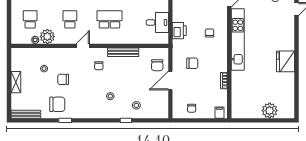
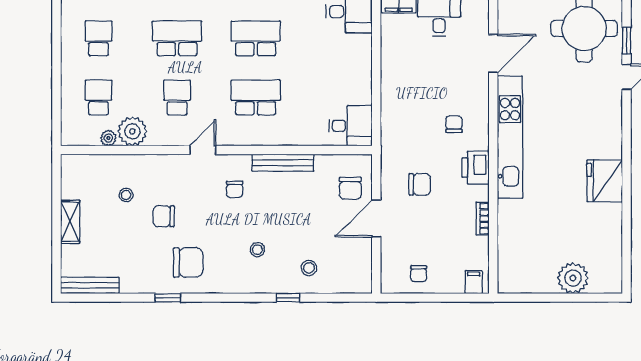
desk: (157, 22) -> (351, 126), moved
printer: (179, 31) -> (476, 168), moved, turned 180
chair: (57, 104) -> (188, 262), moved

